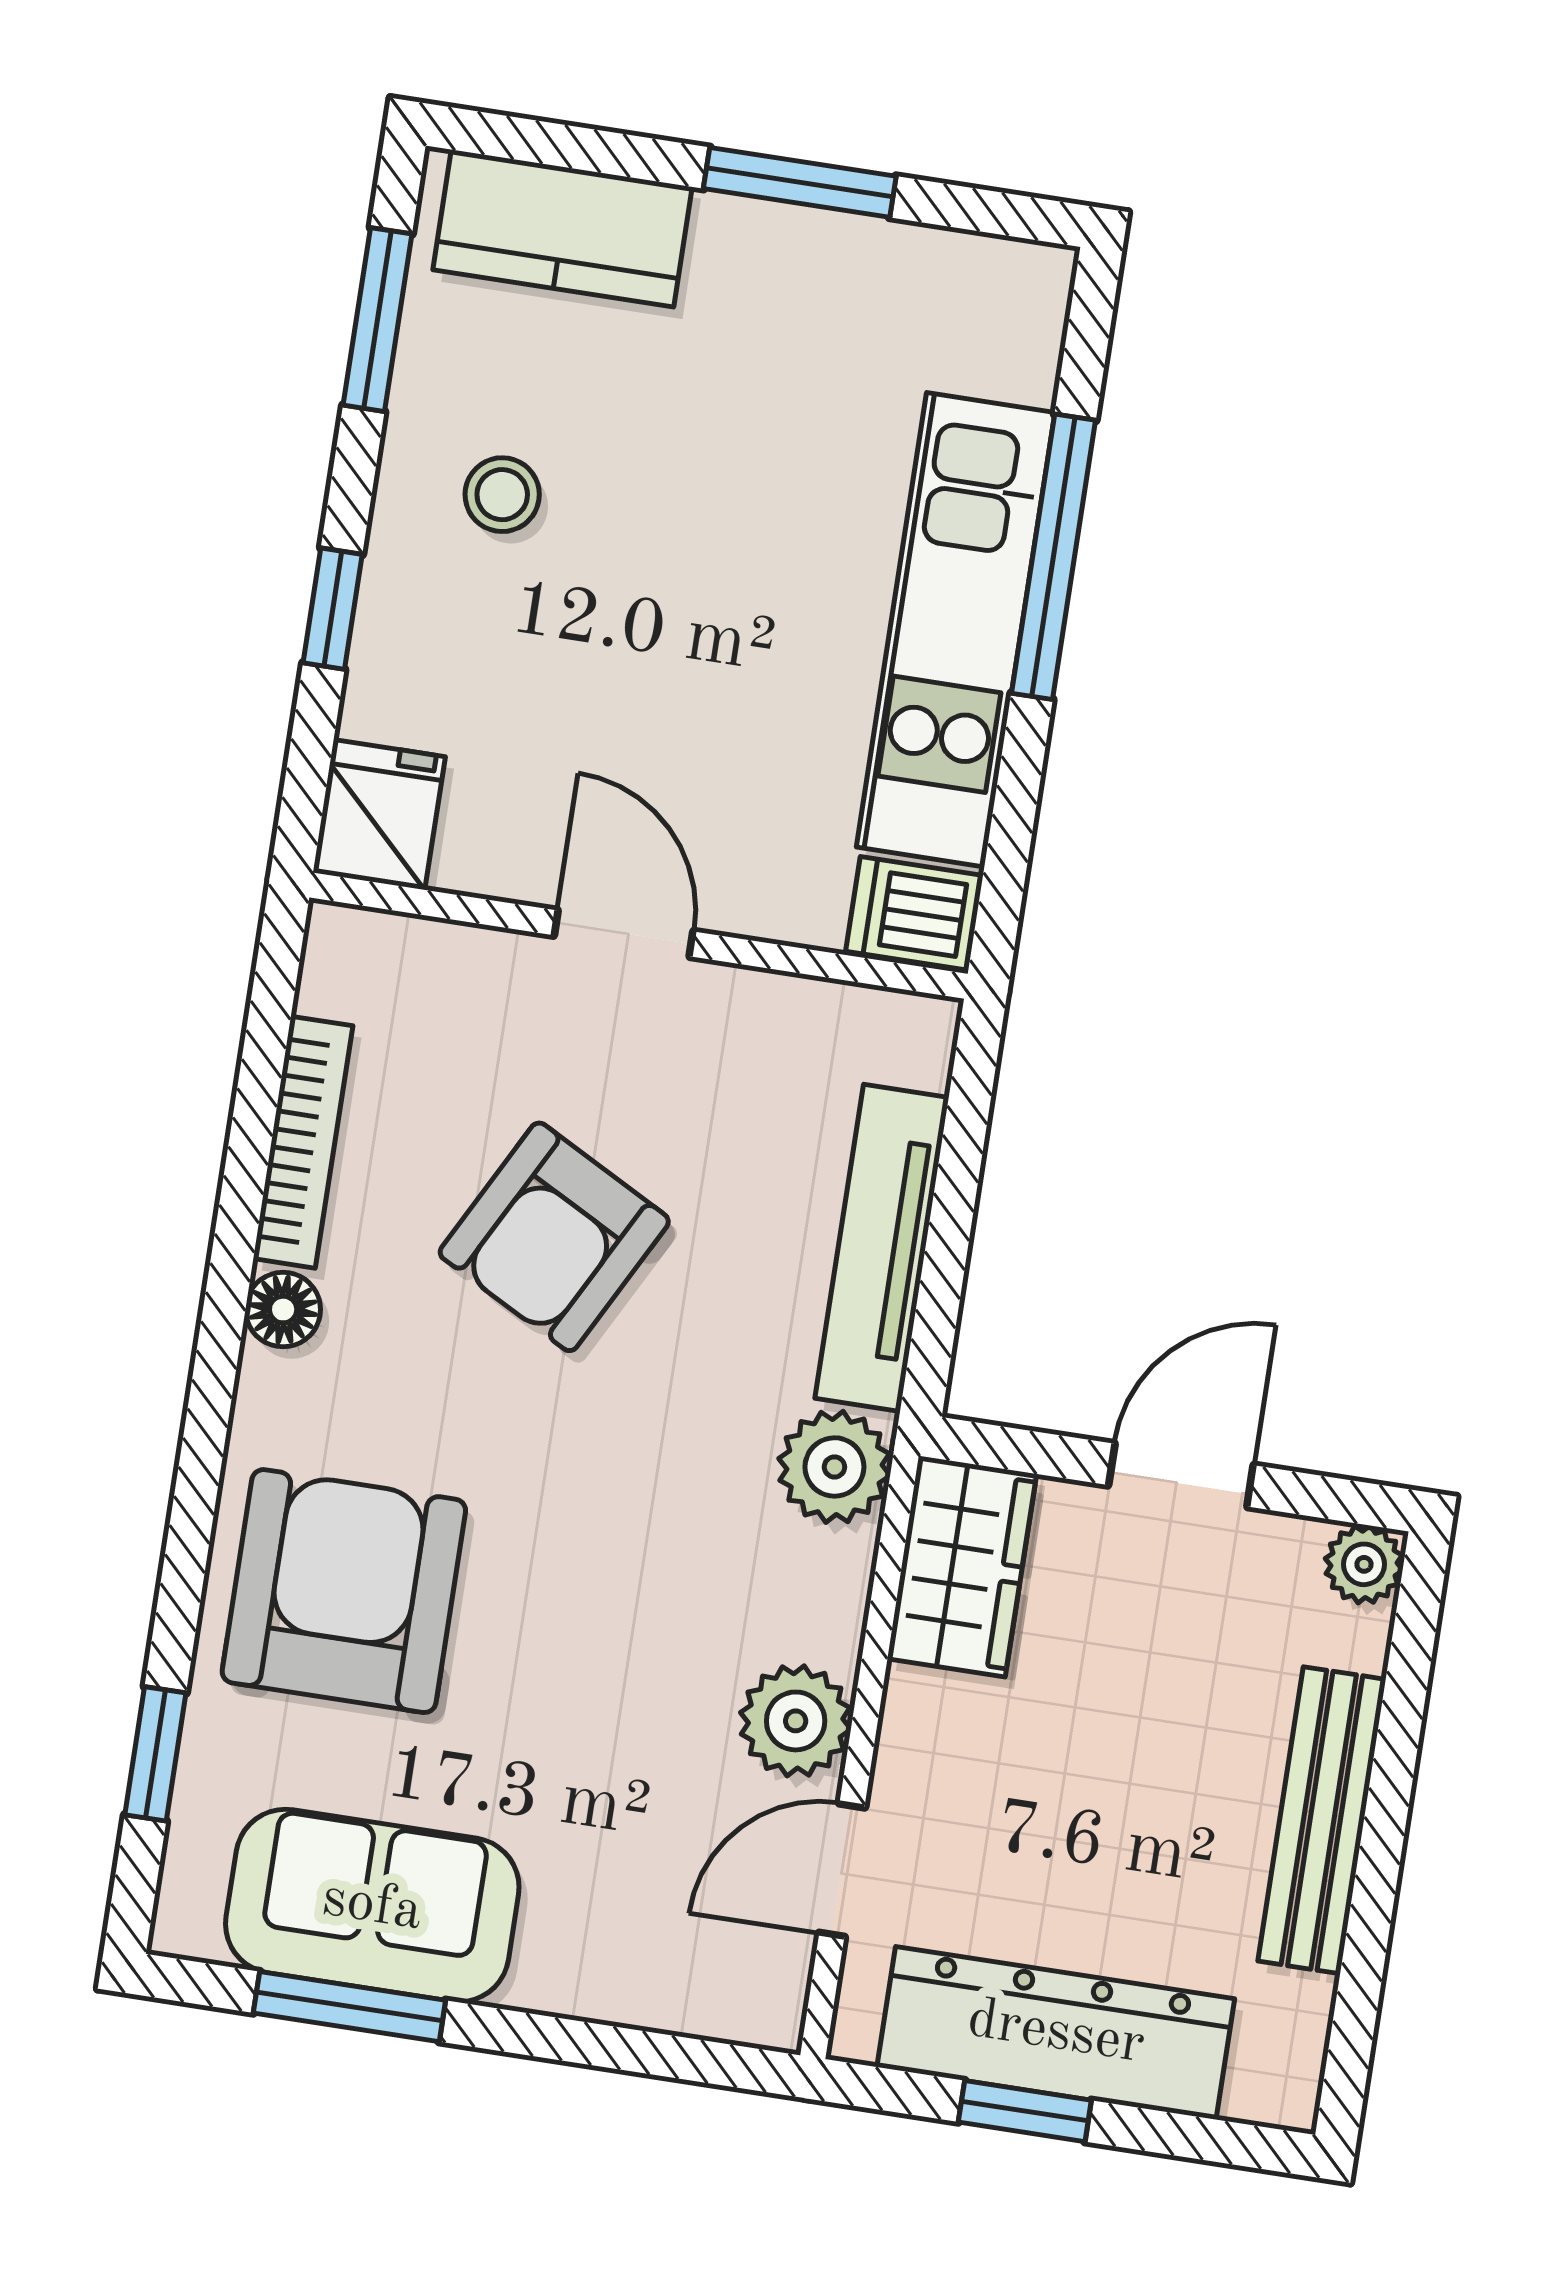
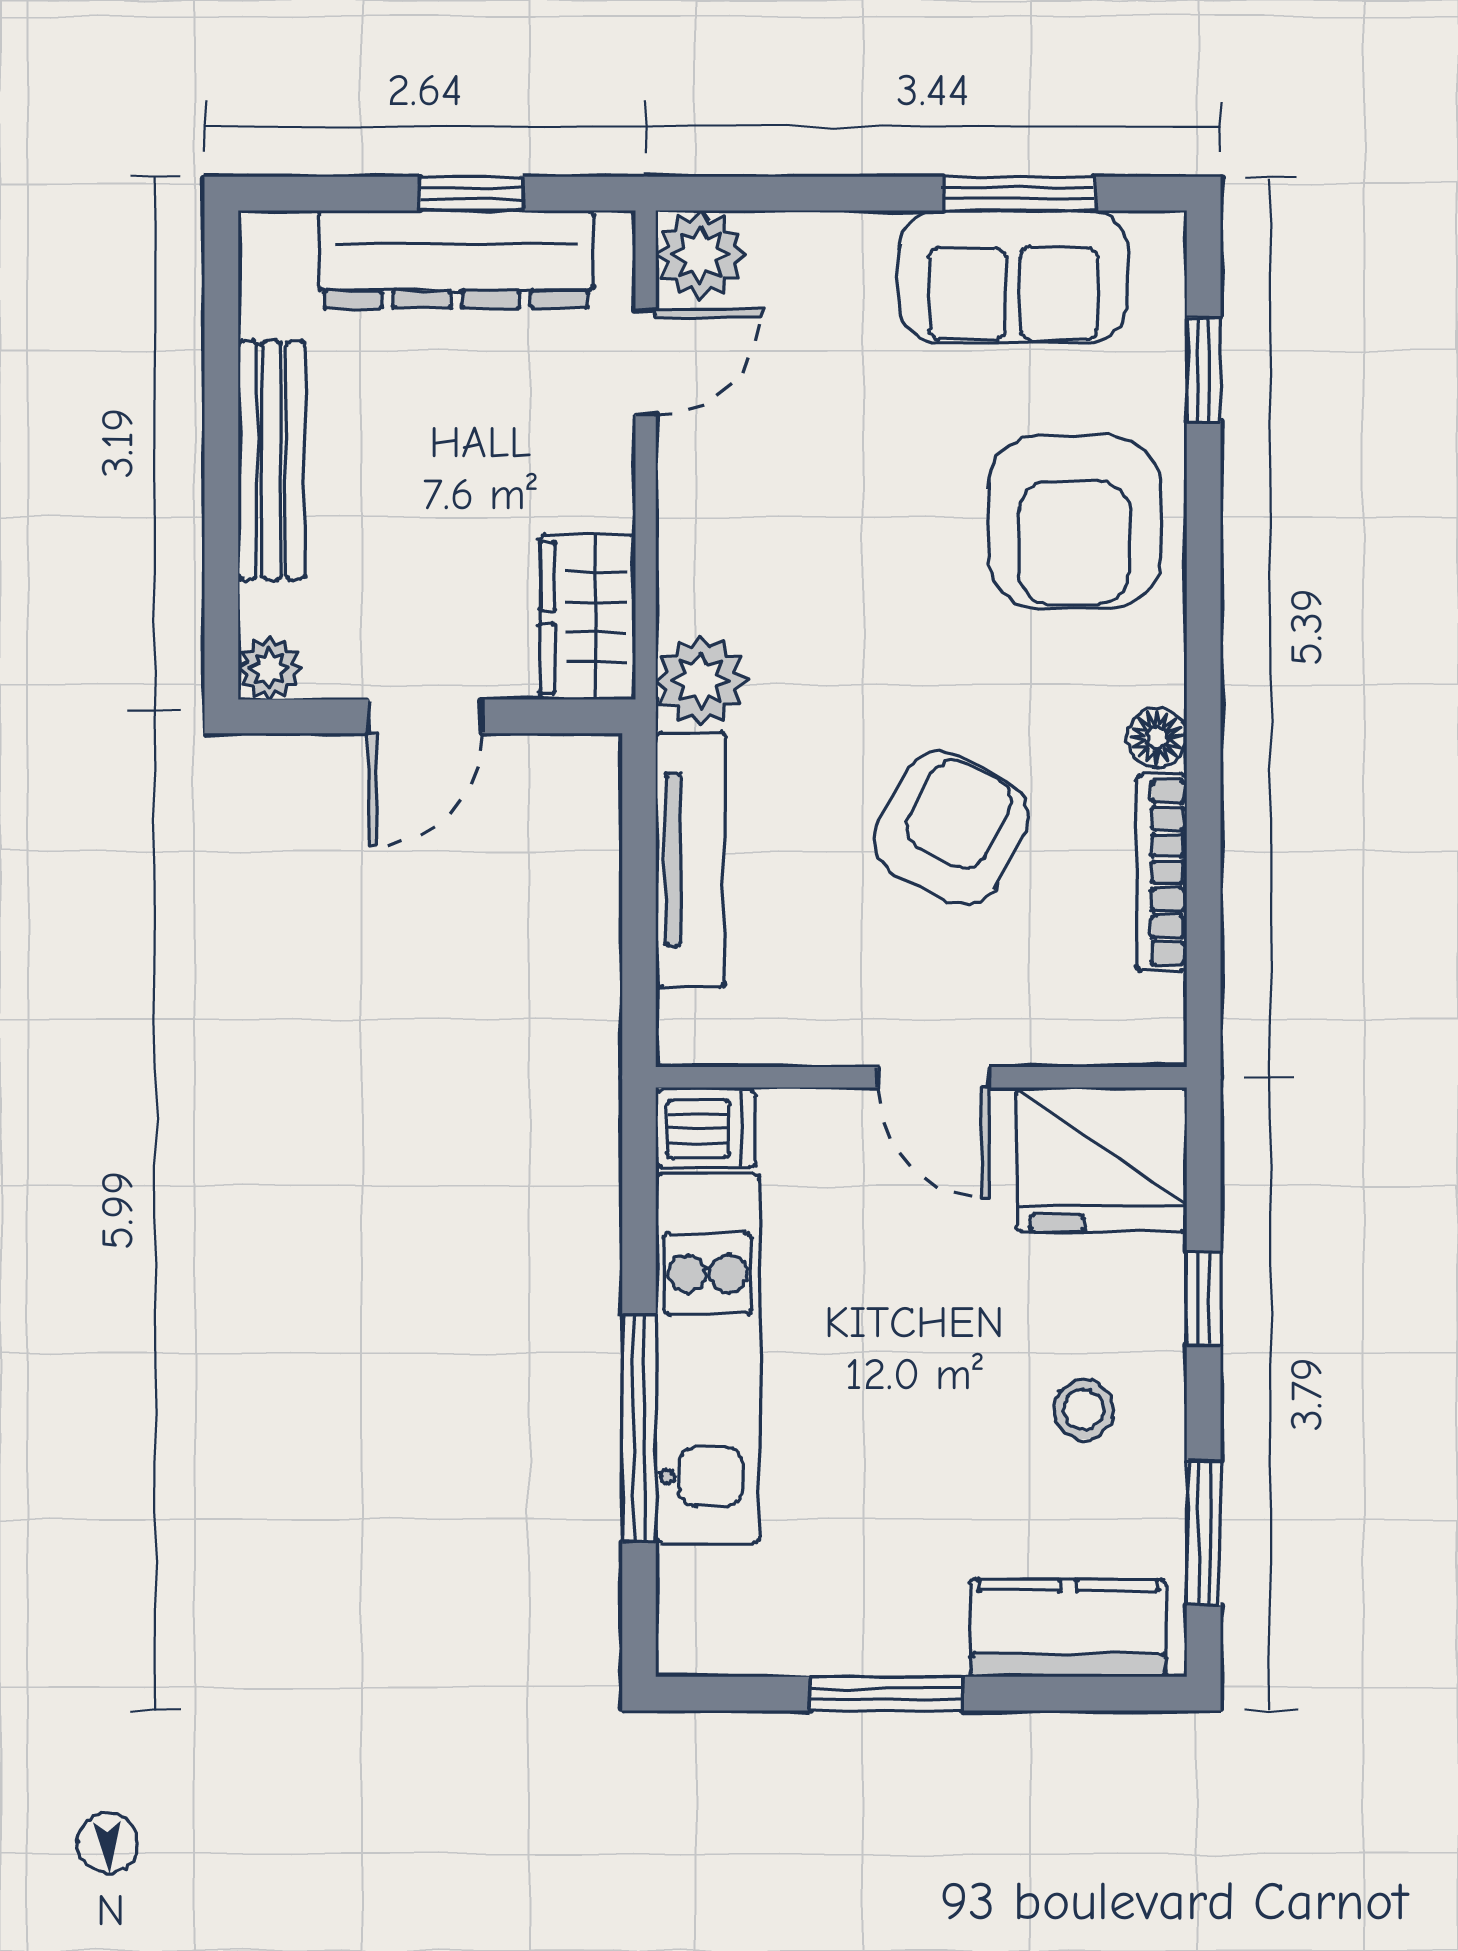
fridge: (379, 815) -> (1102, 1160), width x1.88, depth x1.34
plant: (796, 1721) -> (701, 255), moved

